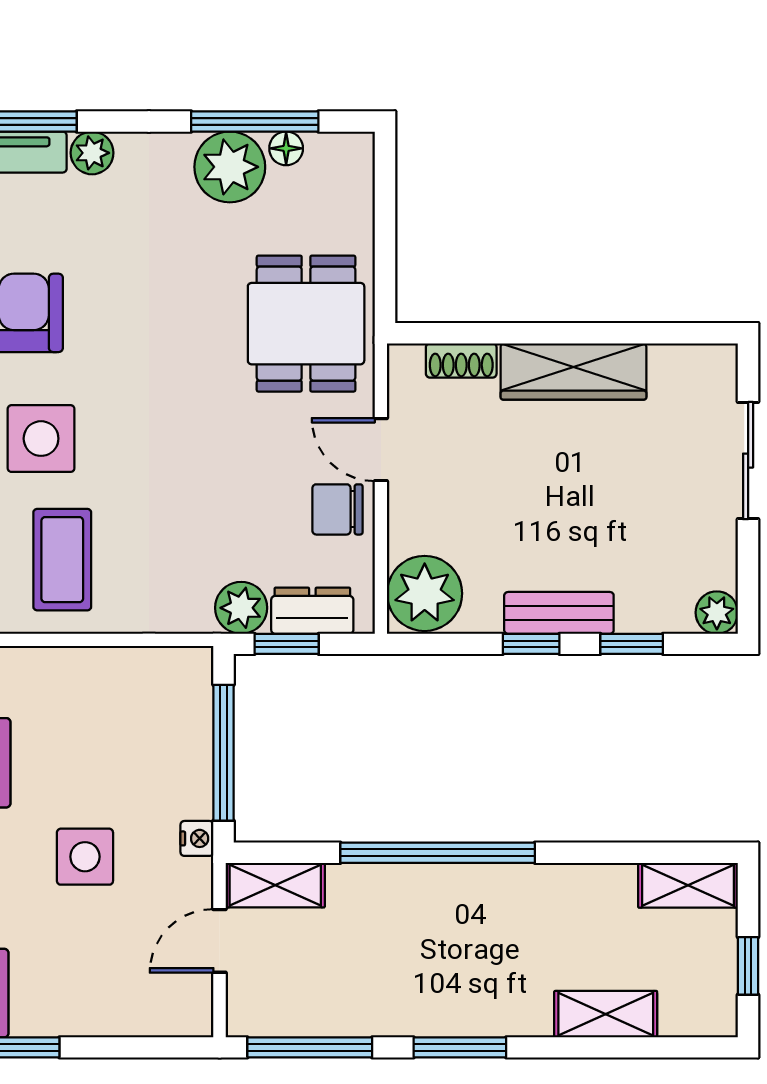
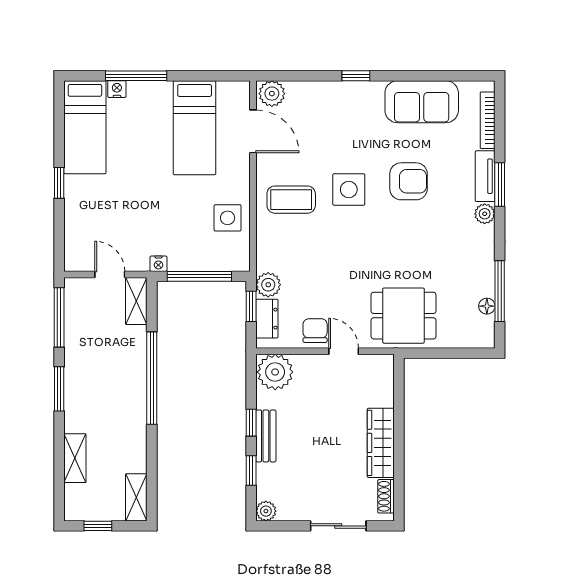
plant: (230, 167) -> (478, 279), removed
shoe rack: (461, 360) -> (386, 496), moved
door: (381, 450) -> (344, 351), hinge flipped
side table: (85, 857) -> (228, 218), moved

